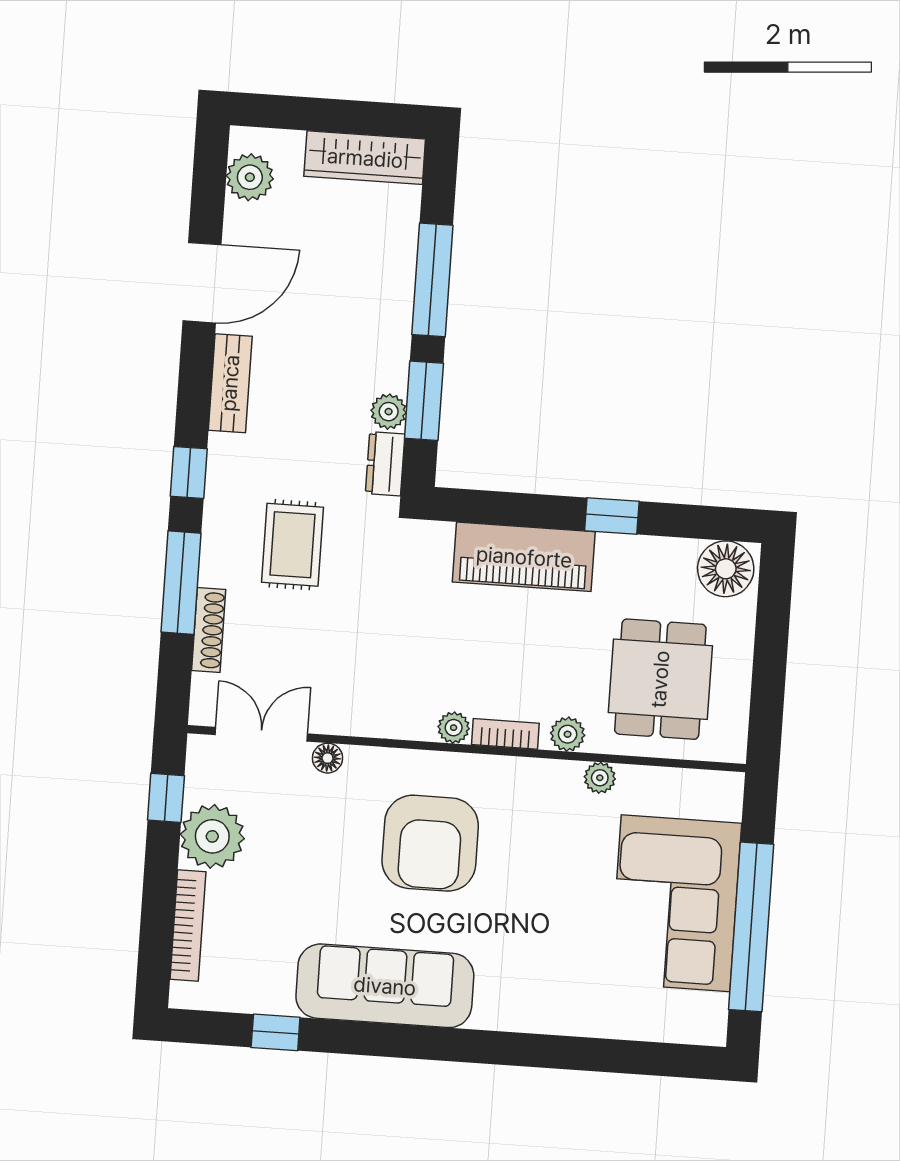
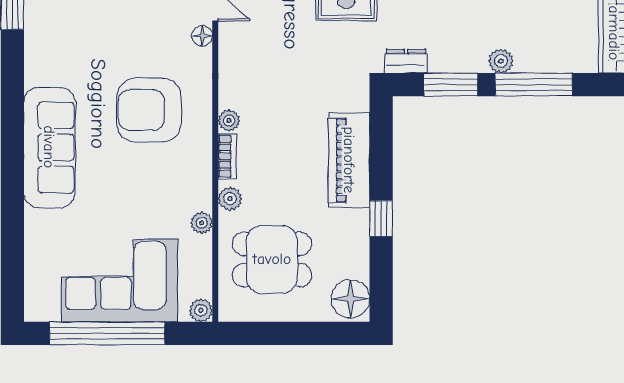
plant: (389, 412) -> (501, 61), moved
plant: (727, 788) -> (201, 310), added
sofa: (385, 986) -> (49, 147), moved

